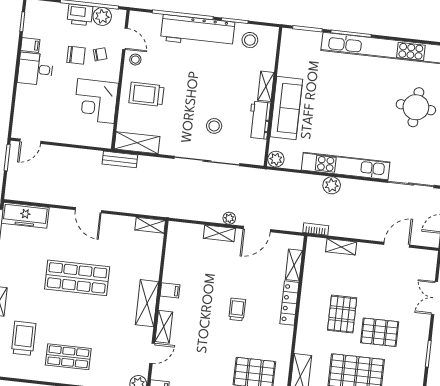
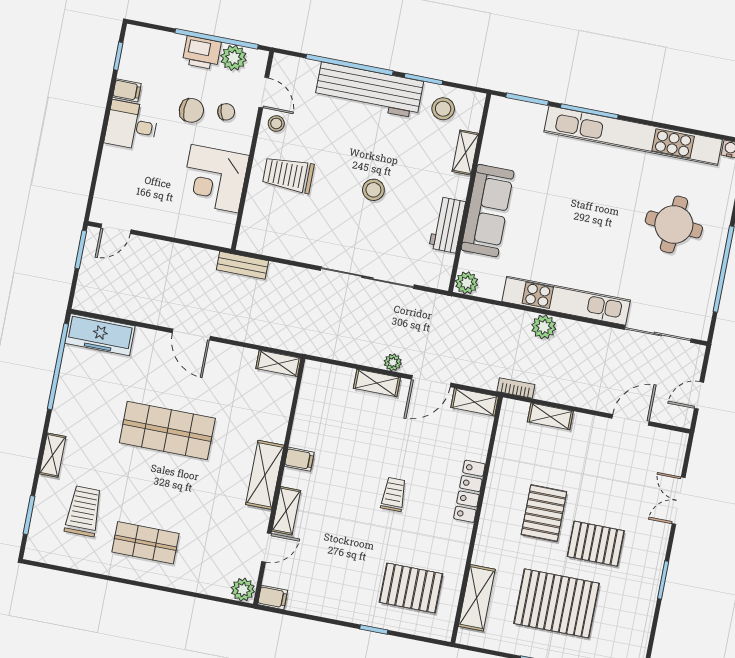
shelving: (266, 86) -> (465, 152), moved
stool: (214, 126) -> (373, 190), moved
shelving: (137, 143) -> (269, 243), removed
shelving: (294, 265) -> (475, 402), moved, turned 90

